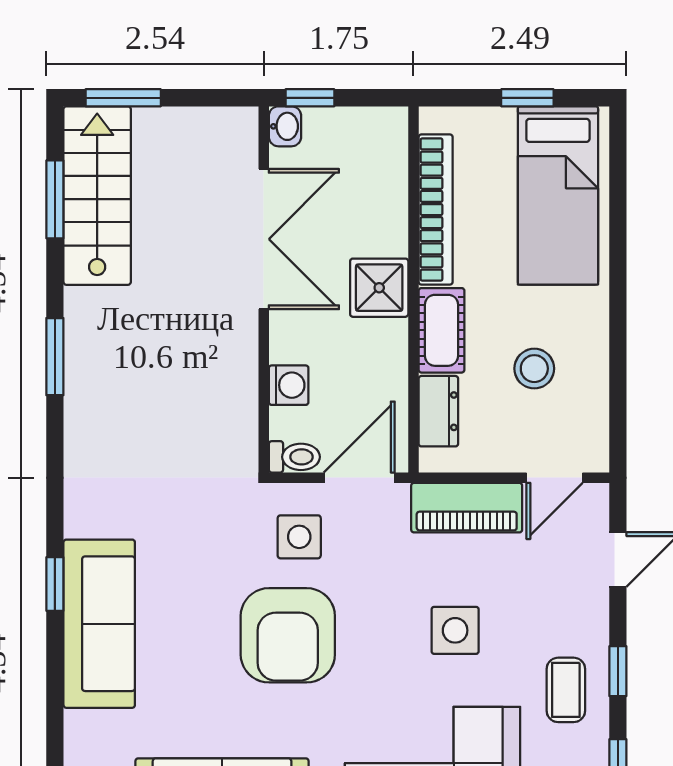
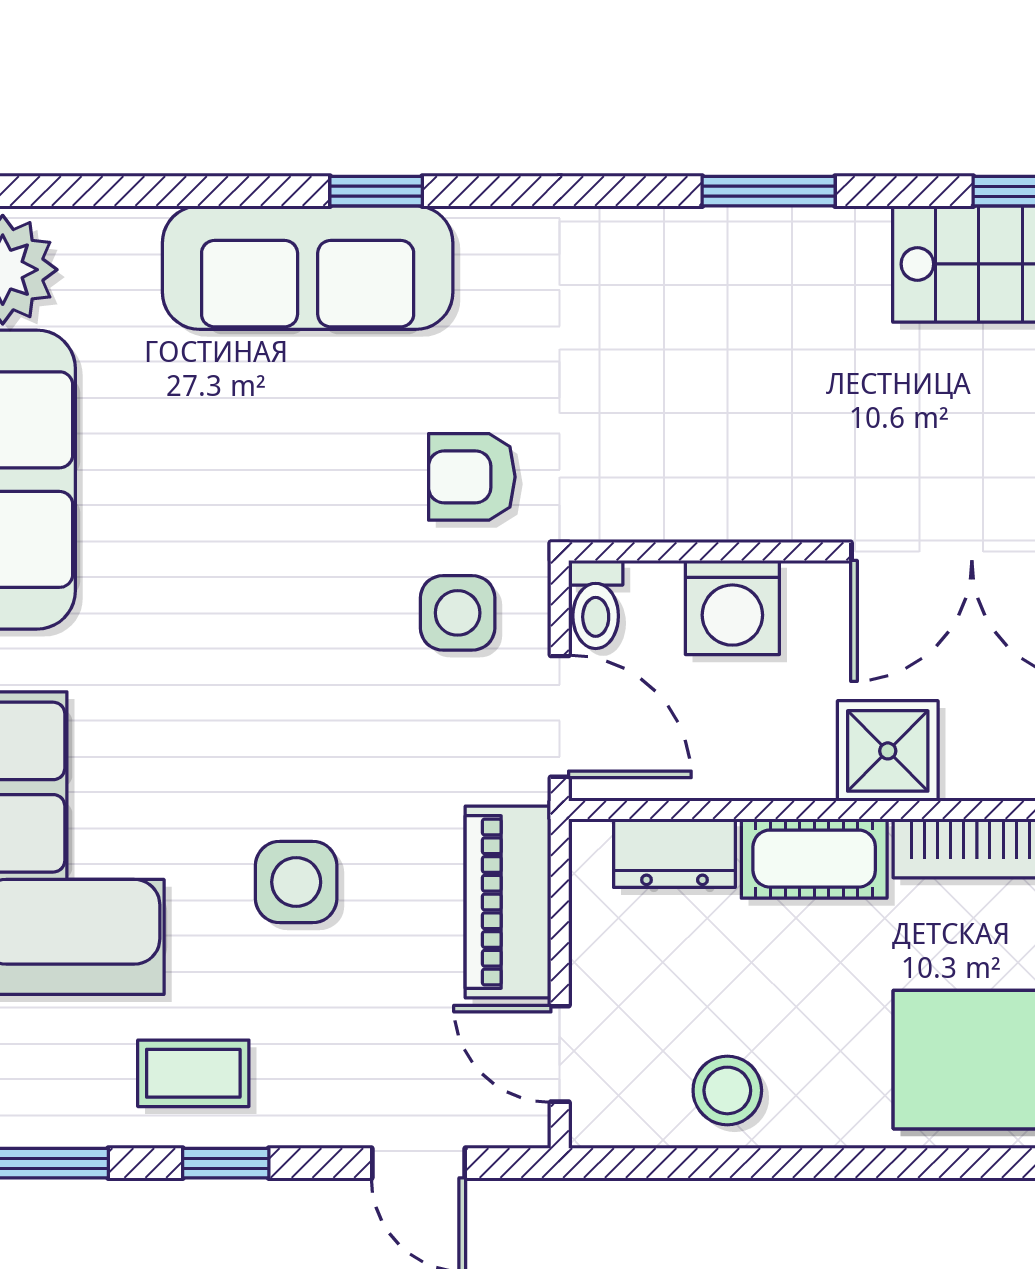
stool: (534, 369) -> (727, 1090), moved
washing machine: (289, 385) -> (732, 608), width x1.38, depth x1.38
armchair: (288, 635) -> (472, 477), moved, width x0.53, depth x0.53

